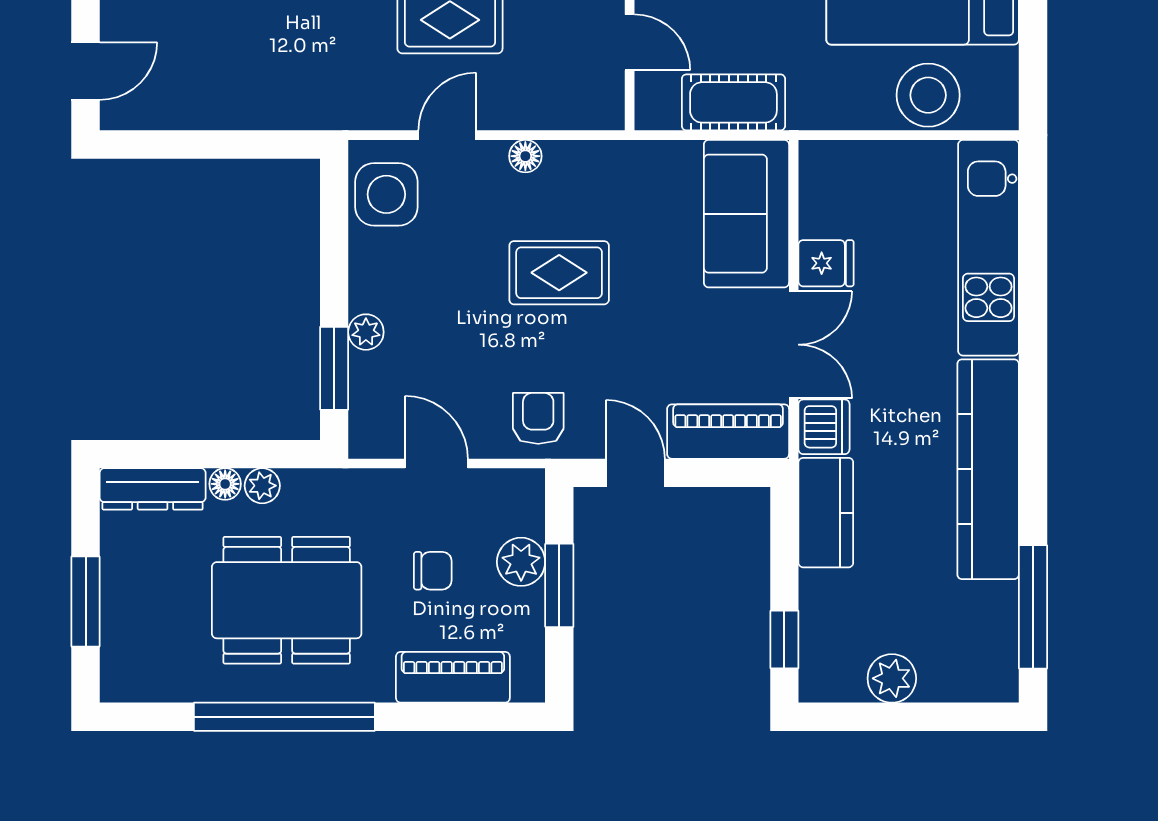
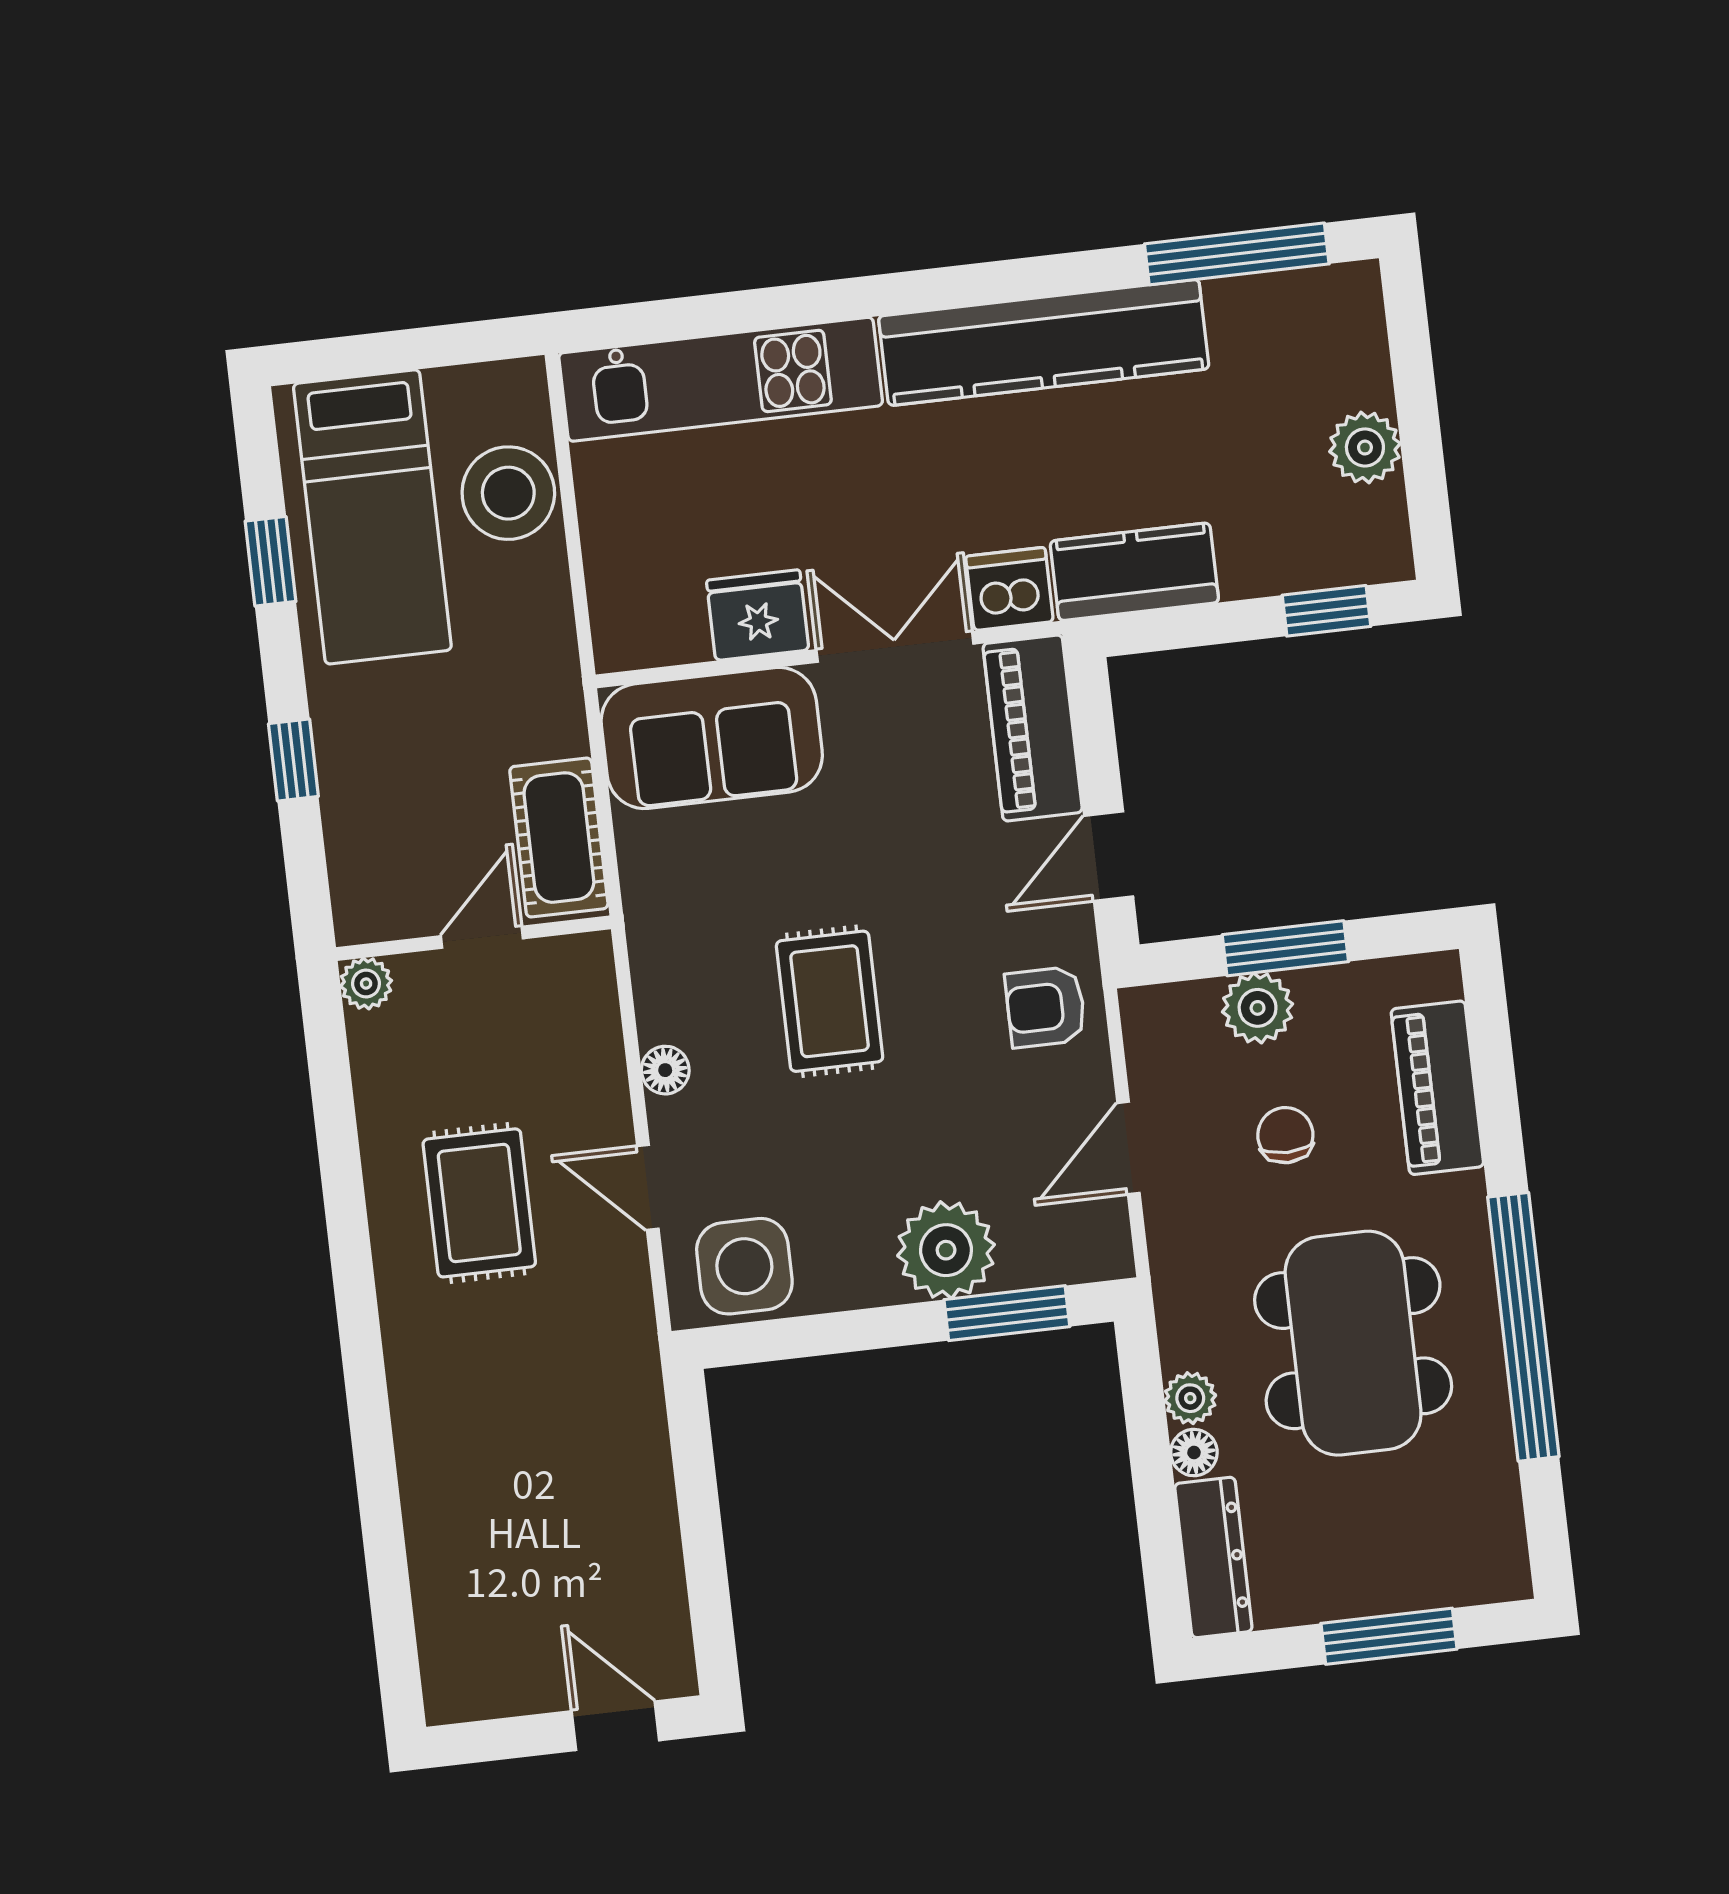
cot: (733, 102) -> (559, 838), moved
fridge: (826, 263) -> (758, 615), width x1.38
plant: (366, 332) -> (946, 1250), width x1.87, depth x1.87

